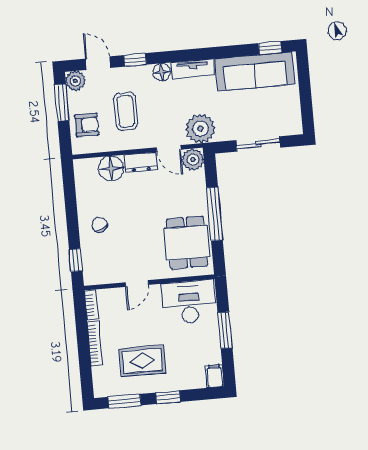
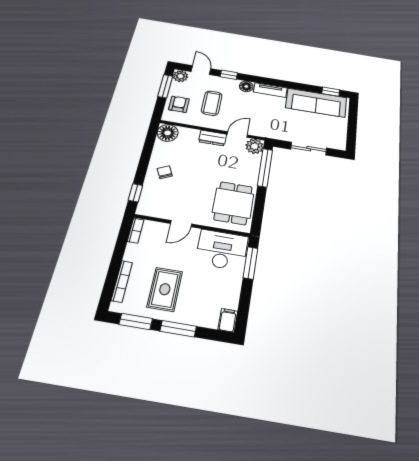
armchair: (87, 125) -> (179, 104), turned -90
plant: (200, 129) -> (266, 128), removed
door: (169, 148) -> (237, 134), swing flipped
floor lamp: (111, 168) -> (168, 133), moved
window: (215, 214) -> (265, 168), moved
window: (225, 330) -> (250, 263), moved
bookcase: (95, 343) -> (122, 281), moved
rug: (142, 361) -> (165, 289), turned 90
window: (168, 397) -> (178, 329), width x1.50

